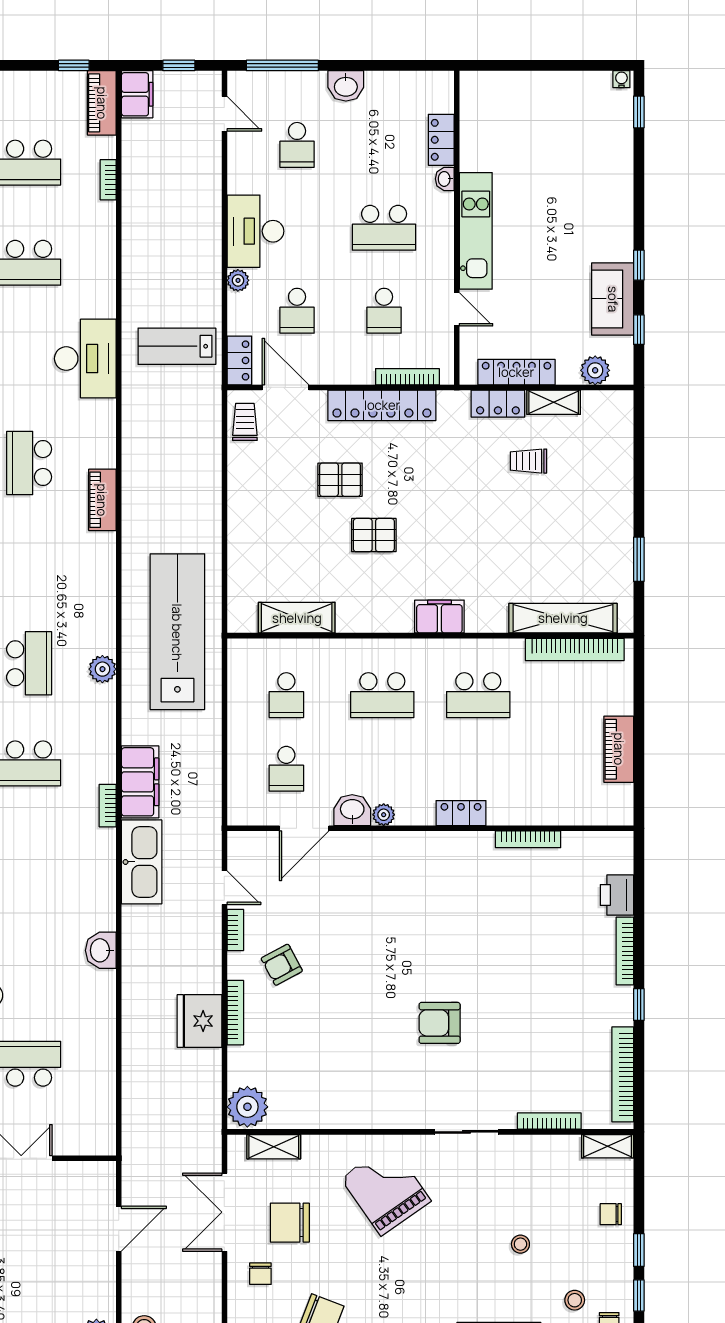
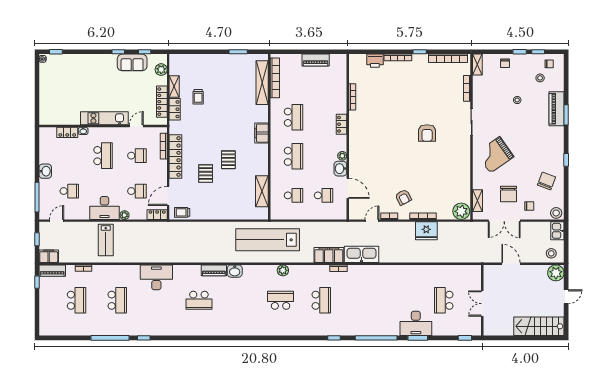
lab bench: (177, 346) -> (106, 240), moved
washbasin: (101, 950) -> (235, 271), moved

